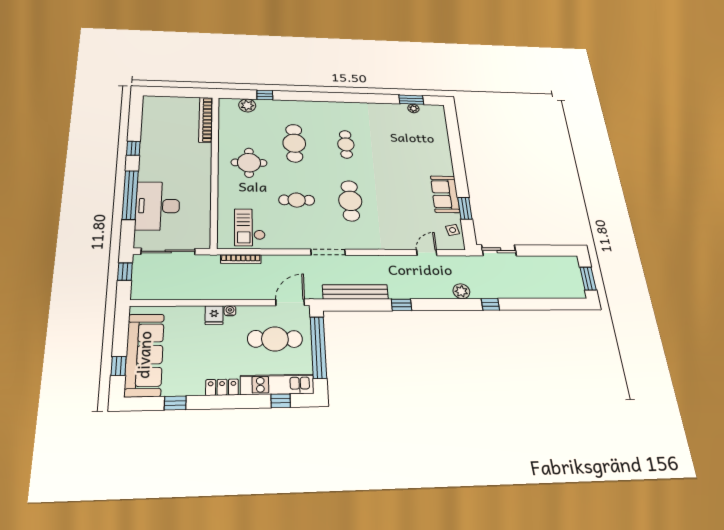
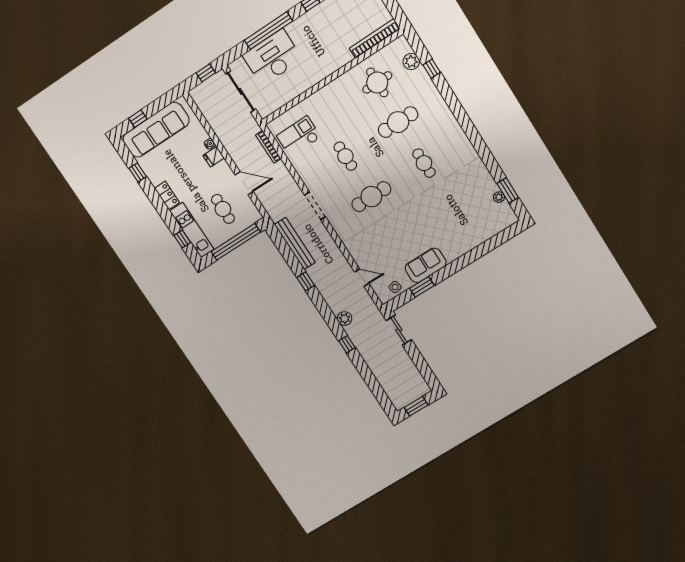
cafe table: (346, 144) -> (424, 163), turned 90
round table: (249, 163) -> (377, 82), moved
door: (290, 302) -> (244, 183), moved
water cooler: (230, 311) -> (210, 144), moved
cafe table: (275, 339) -> (223, 209), width x0.73, depth x0.74

